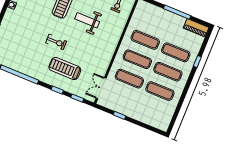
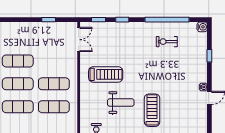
exercise bike: (56, 42) -> (167, 42), moved
treadmill: (65, 69) -> (106, 74), moved
exercise mat: (129, 79) -> (54, 61), removed

